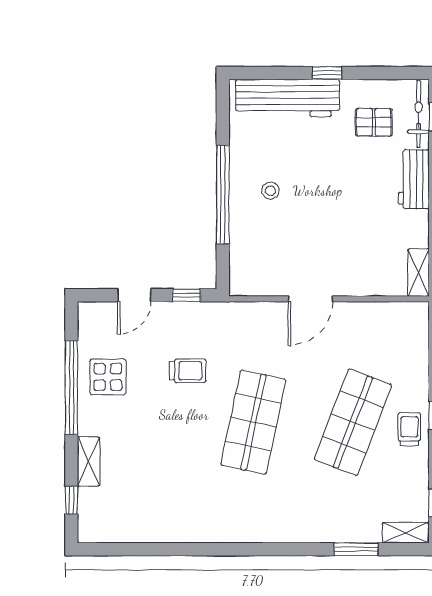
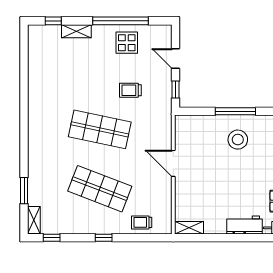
stool: (270, 191) -> (238, 140), width x1.89, depth x1.89
window: (223, 195) -> (235, 111), width x0.68
trolley: (188, 371) -> (130, 90), turned 90
trolley: (409, 429) -> (142, 222), moved, turned 180

